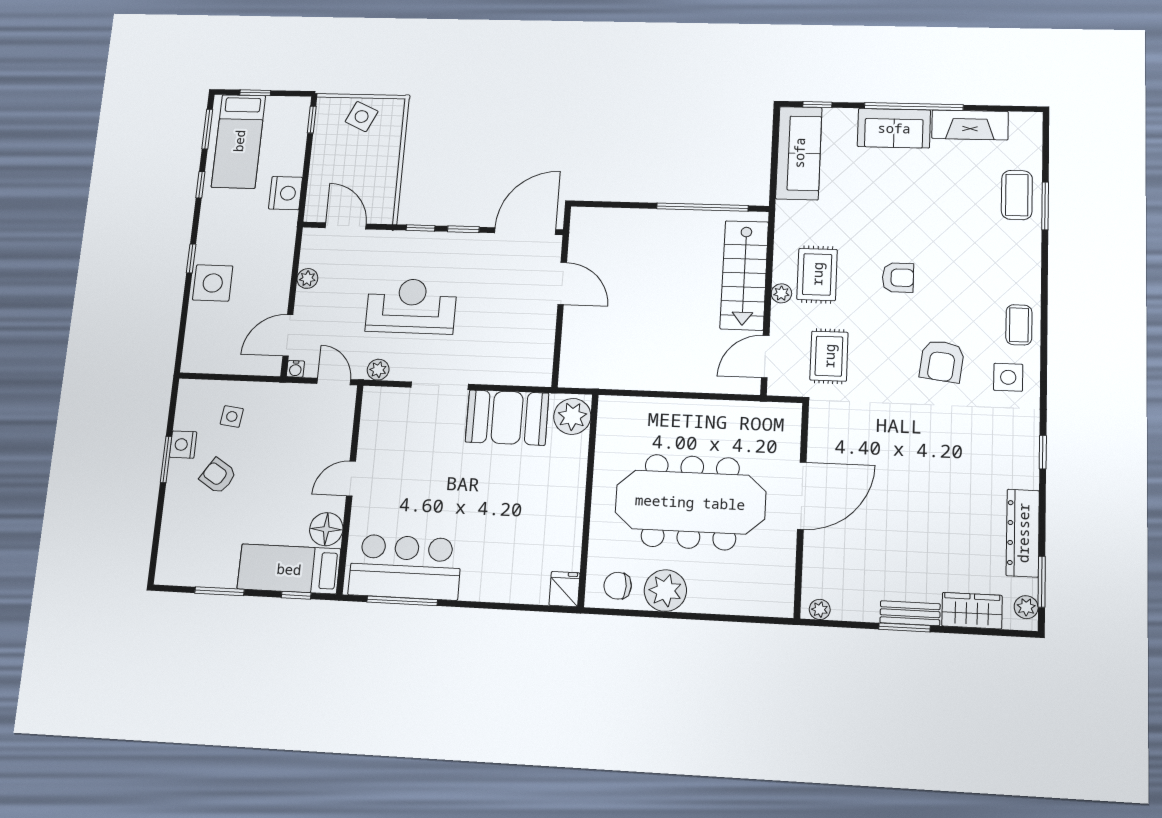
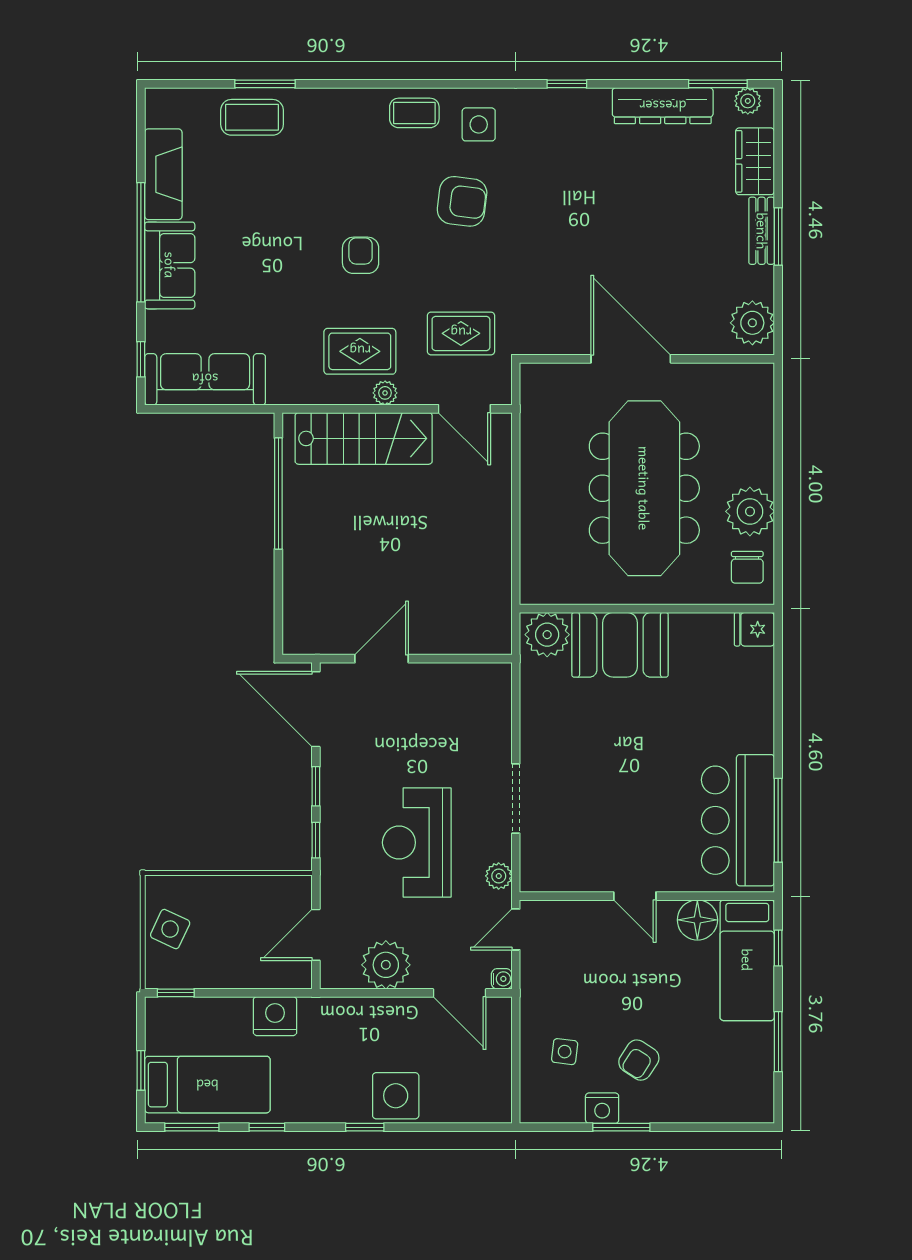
plant: (307, 278) -> (386, 965), width x1.88, depth x1.88
booth: (507, 418) -> (620, 645), moved, turned 90
plant: (820, 609) -> (752, 323), width x1.87, depth x1.87

